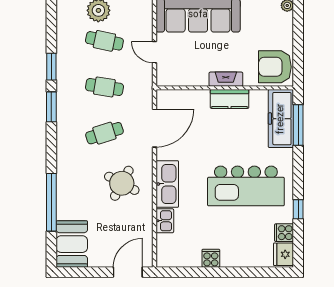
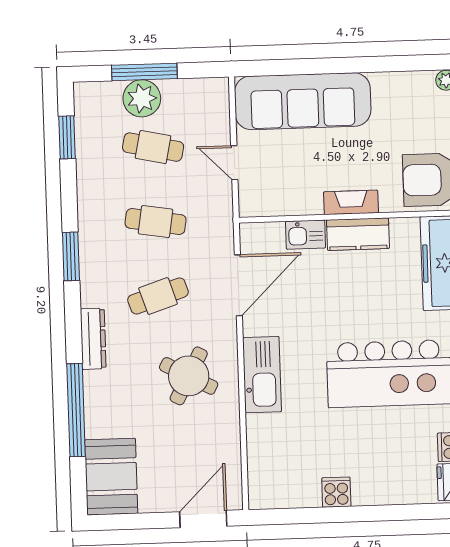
window: (51, 67) -> (67, 137), moved
dresser: (63, 158) -> (93, 339), added
kitchen sink: (165, 221) -> (305, 235), moved, turned 90

